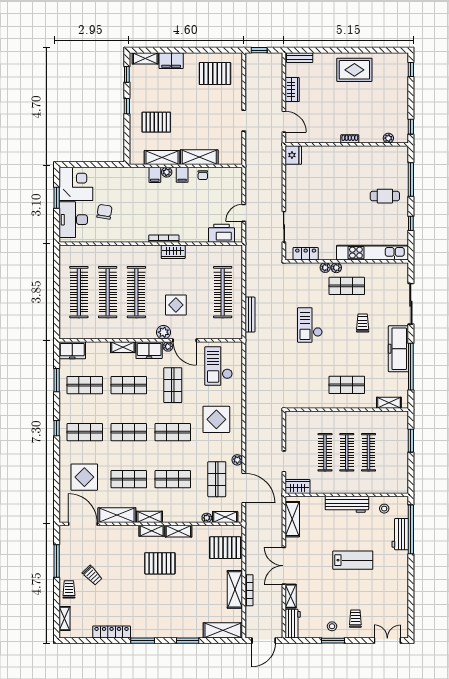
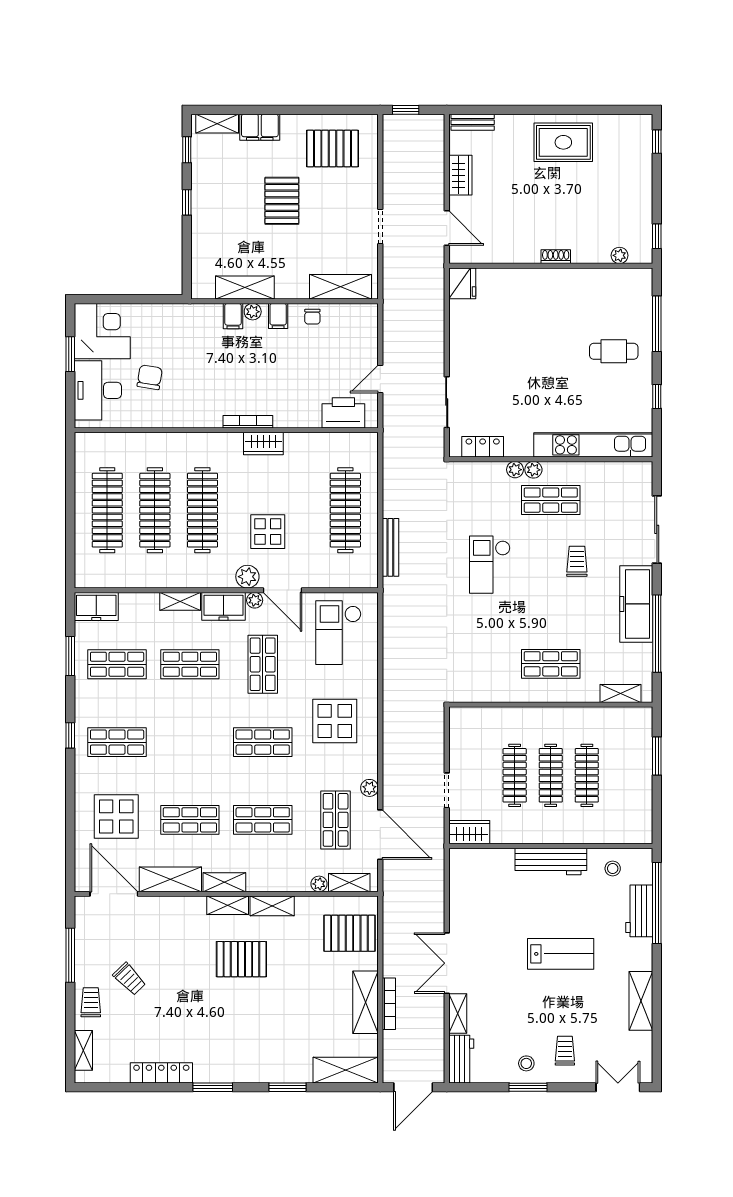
pallet: (156, 122) -> (282, 201), moved, turned 90
shelving: (199, 157) -> (340, 287), moved
shop shelf: (129, 432) -> (190, 742), removed
shelving: (292, 519) -> (641, 1001), moved

